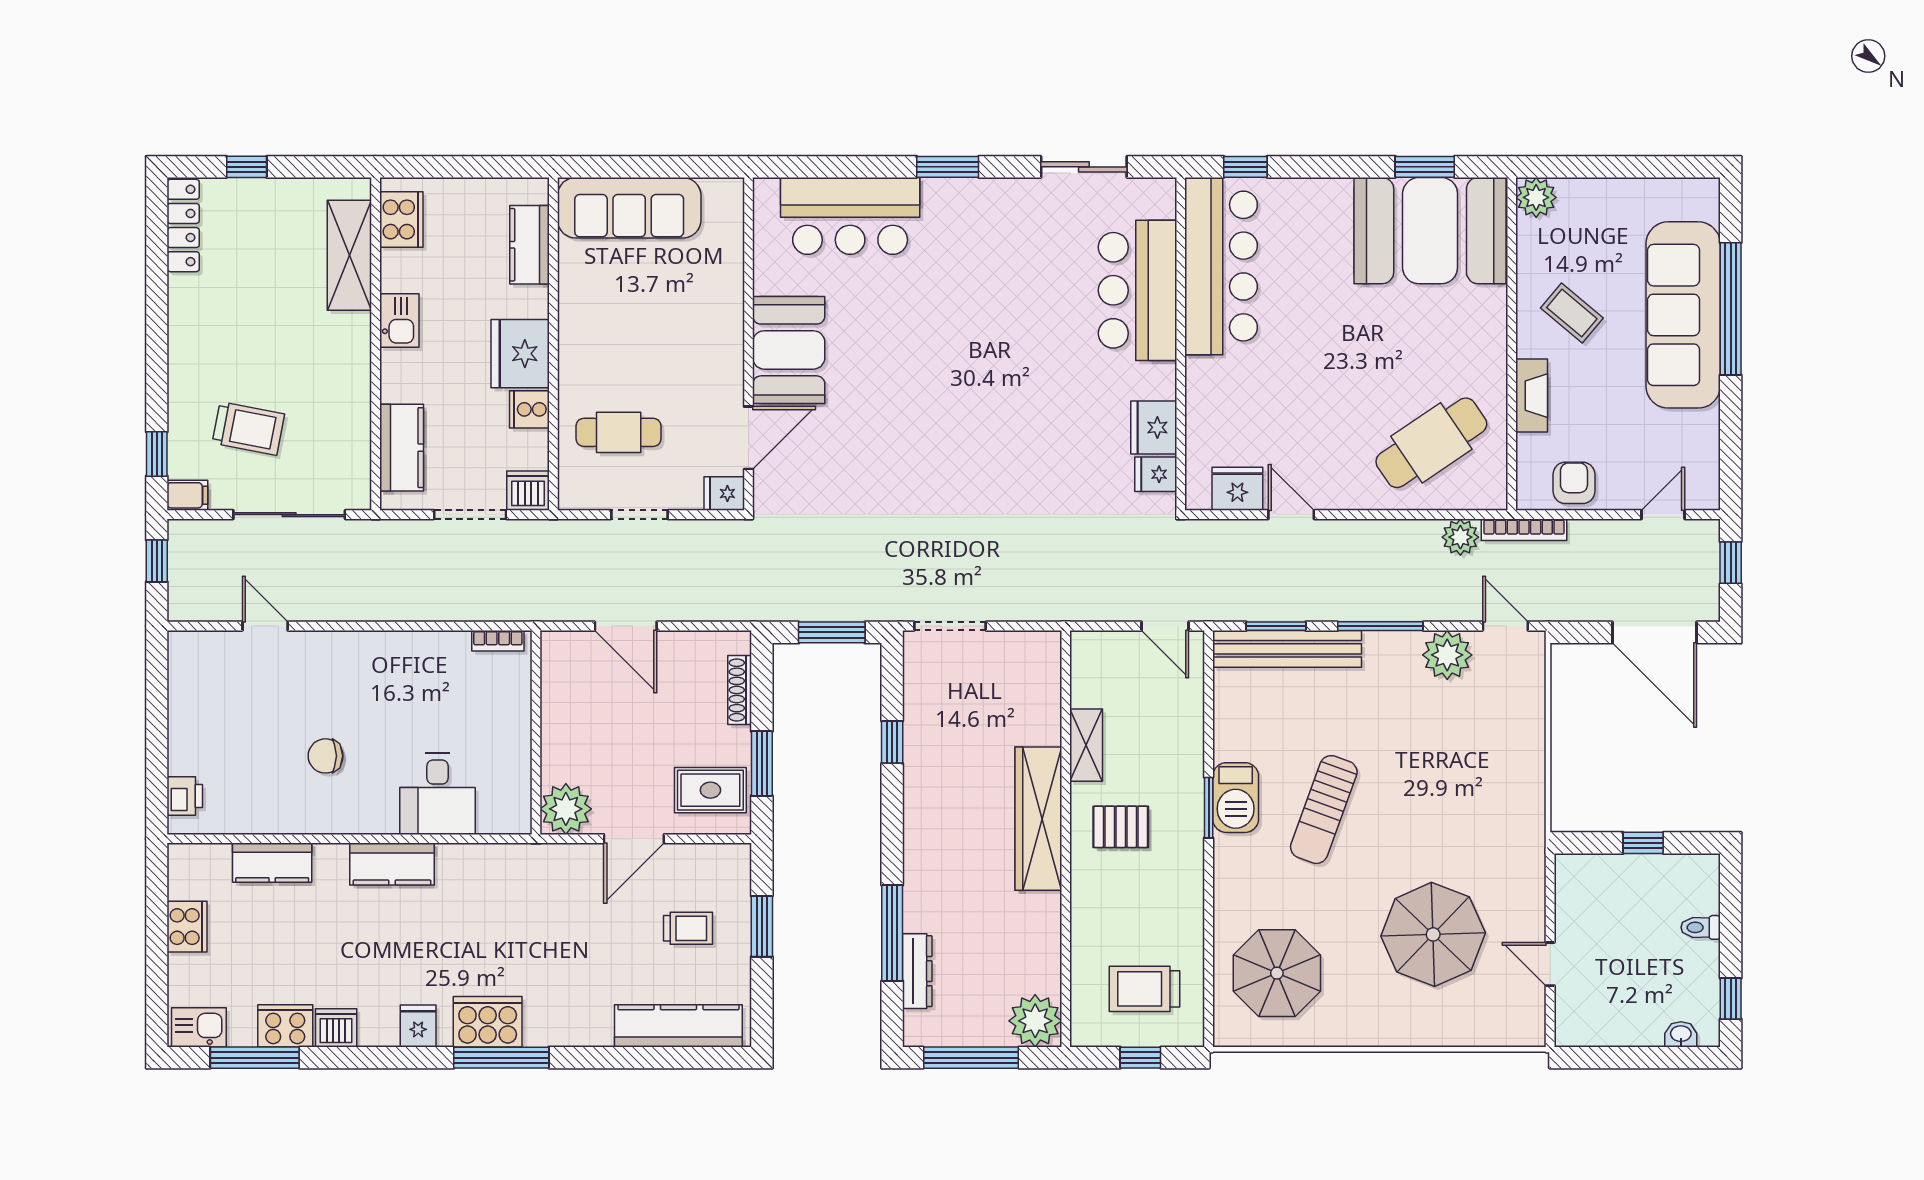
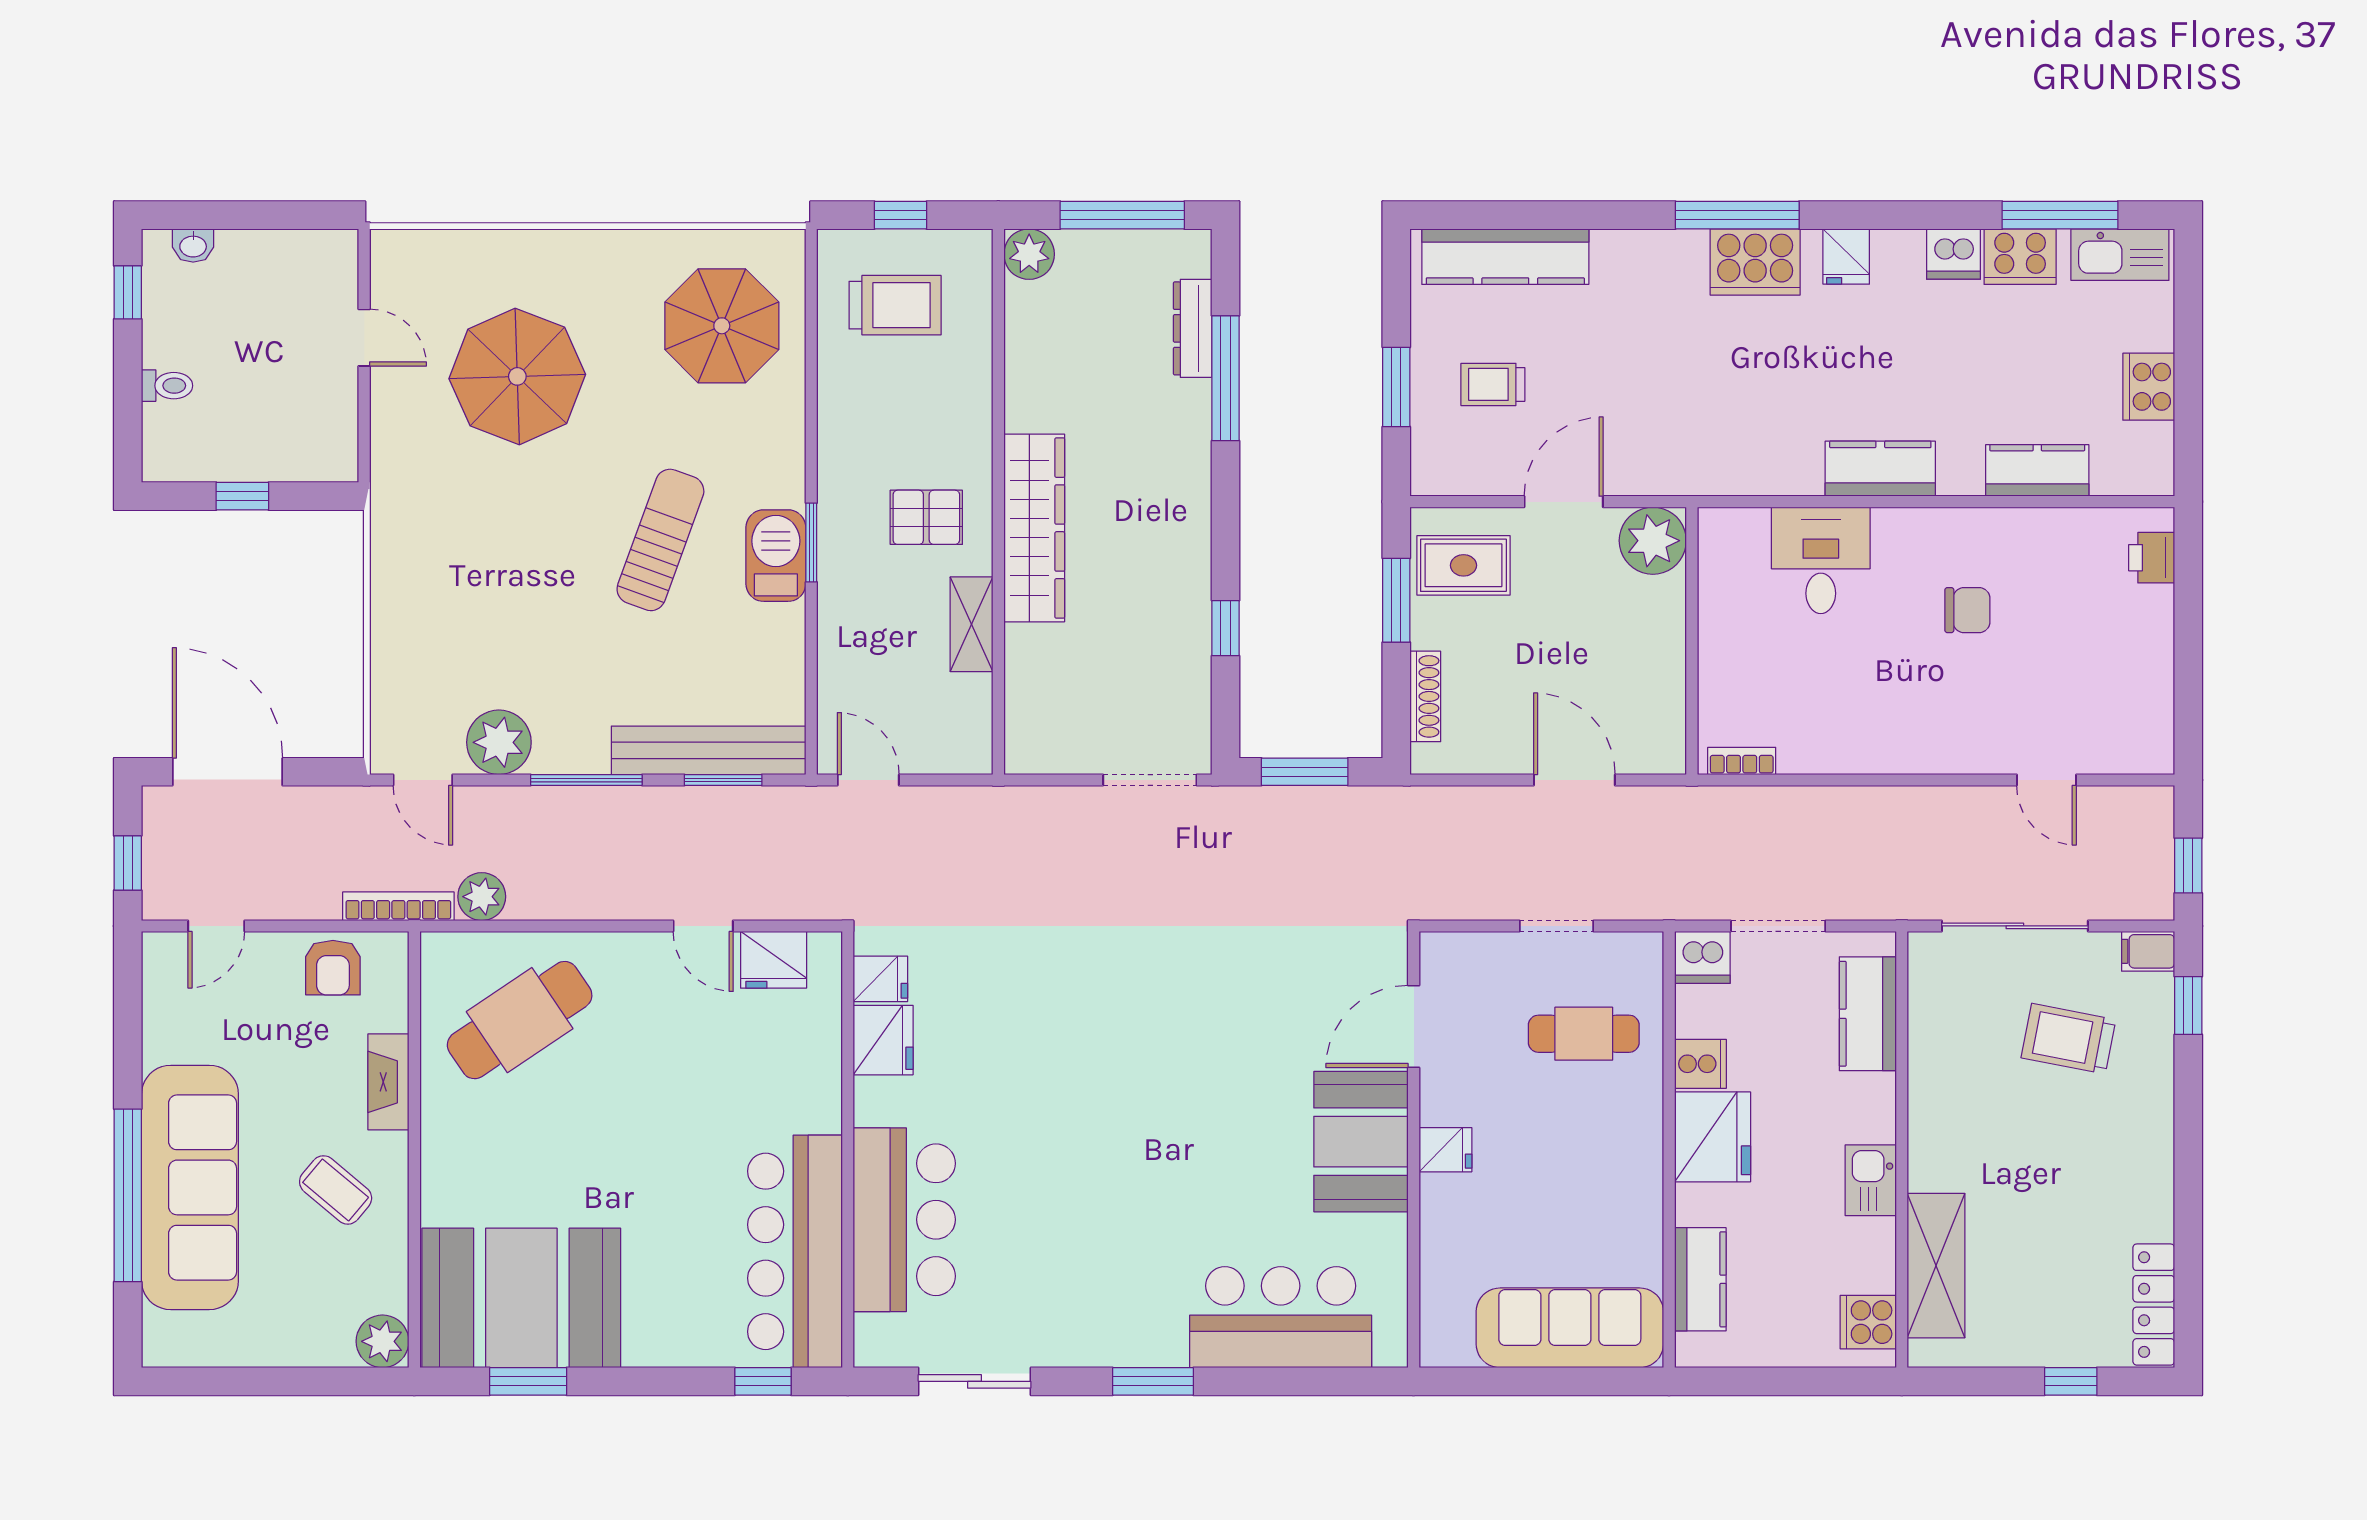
cooker: (401, 219) -> (1868, 1322), width x0.73
fridge: (724, 494) -> (1445, 1150), moved
plant: (1035, 1021) -> (1029, 254), width x0.73, depth x0.73
kitchen sink: (199, 1027) -> (2120, 255), width x1.38

